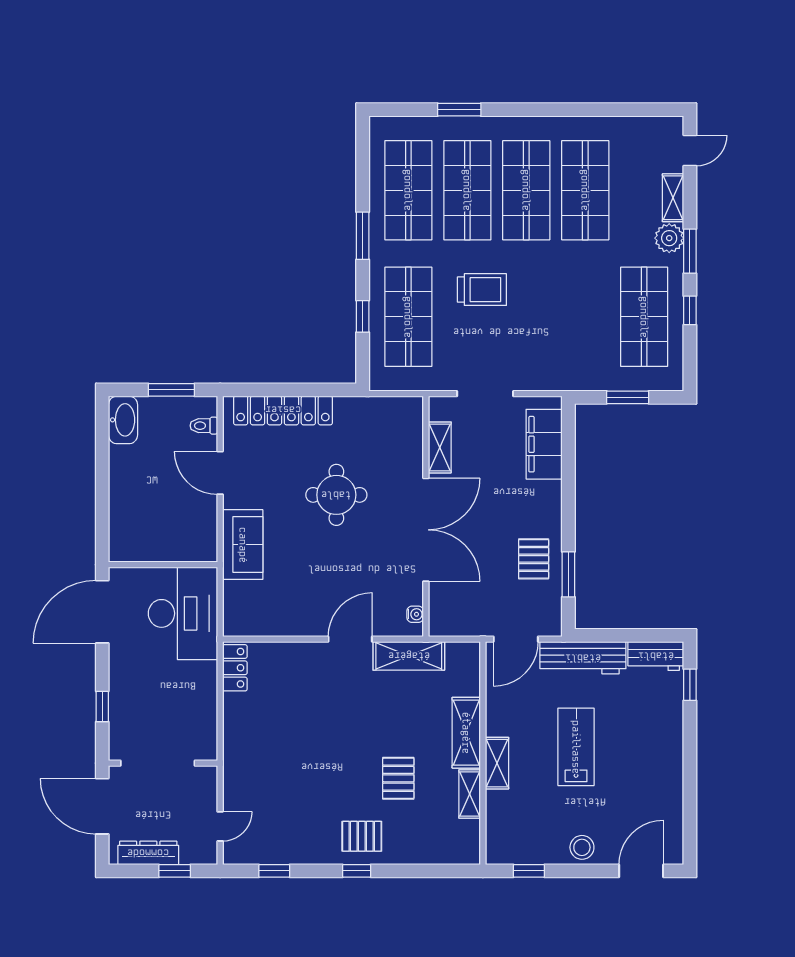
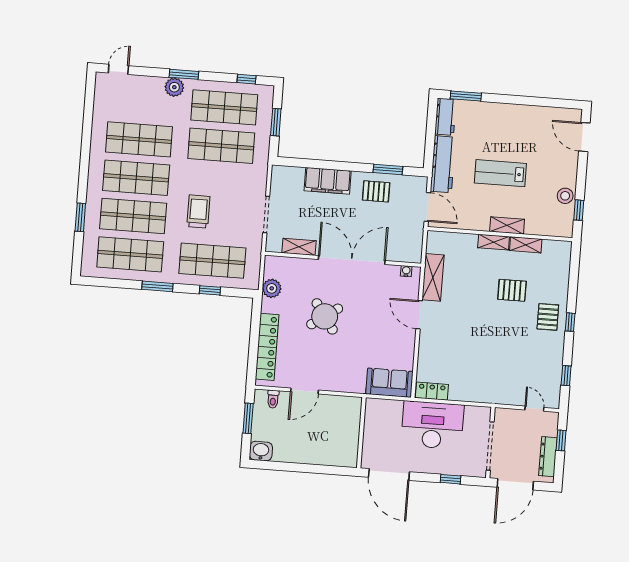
door: (690, 151) -> (118, 69), hinge flipped
shelving: (673, 198) -> (148, 83), removed
window: (690, 310) -> (246, 79), moved
shop shelf: (585, 317) -> (221, 146), added
plant: (373, 411) -> (272, 288), added
washbasin: (123, 420) -> (261, 451), width x0.72
filing cabinet: (544, 444) -> (328, 181), moved
round table: (336, 495) -> (325, 316), turned -35
sofa: (243, 545) -> (389, 383), moved
desk: (183, 613) -> (432, 425), moved
window: (690, 685) -> (466, 96), width x1.50
shelving: (466, 733) -> (494, 242), width x0.67, depth x0.75
stool: (582, 847) -> (565, 196), moved

